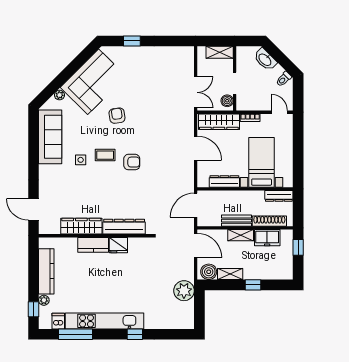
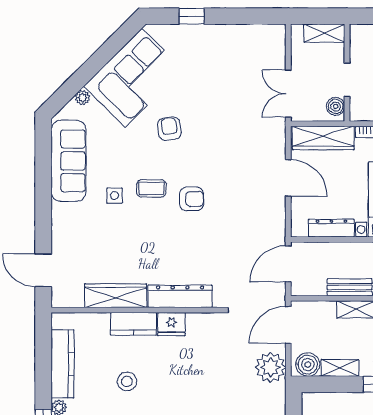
double door: (196, 92) -> (288, 94), swing flipped
door: (196, 245) -> (288, 325), swing flipped
stool: (89, 283) -> (127, 381), added
plant: (184, 291) -> (271, 367), moved

